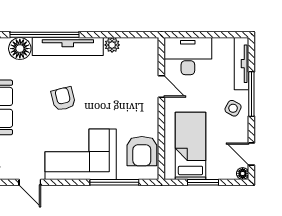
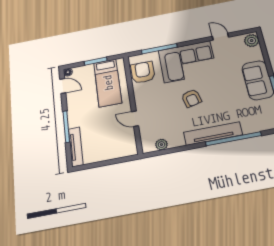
plant: (112, 45) -> (161, 145), moved
floor lamp: (20, 49) -> (250, 125), removed
desk: (188, 56) -> (118, 144), removed
armchair: (63, 99) -> (191, 98), moved
side table: (233, 108) -> (79, 114), removed

